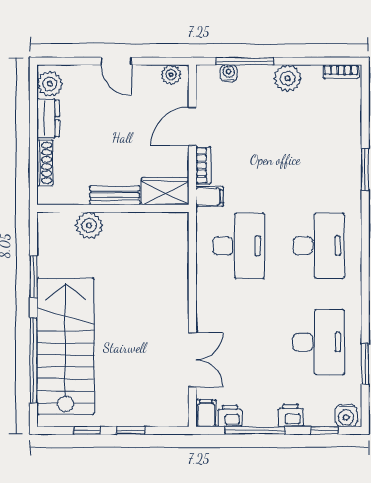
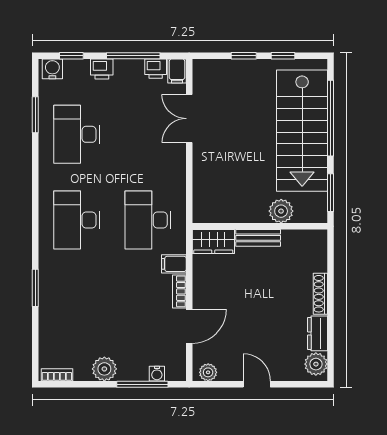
wardrobe: (165, 191) -> (213, 242), moved
bench: (115, 195) -> (258, 238), moved
wall: (113, 208) -> (260, 226), moved
plant: (89, 225) -> (281, 211), moved

